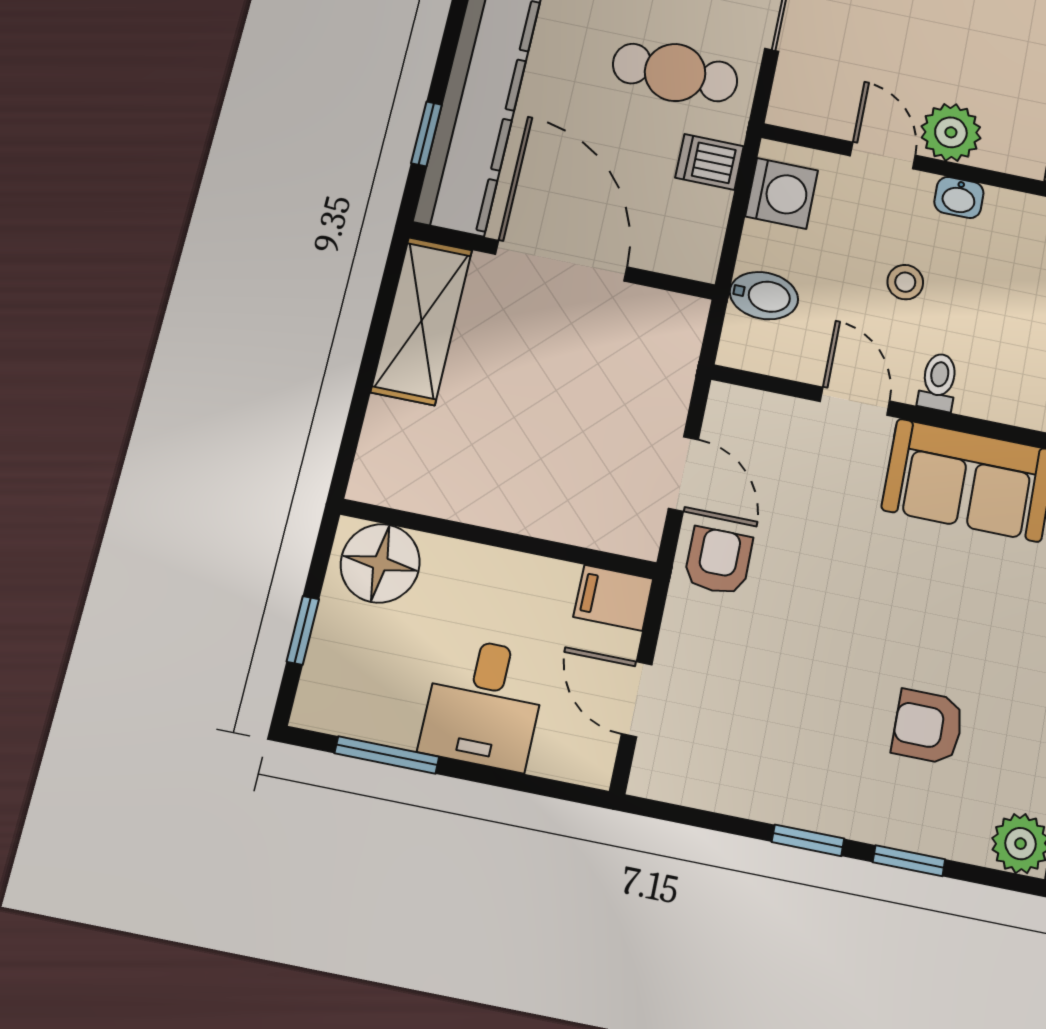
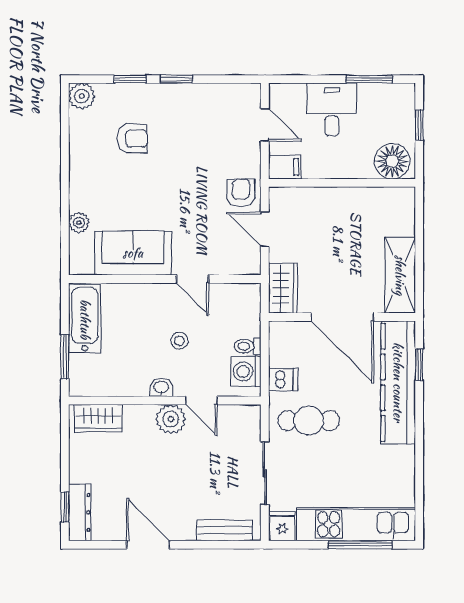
bidet: (764, 296) -> (245, 320), removed
wardrobe: (671, 344) -> (283, 288), added
toilet: (938, 382) -> (248, 346), moved, turned 90
armchair: (718, 561) -> (241, 193), turned 180

